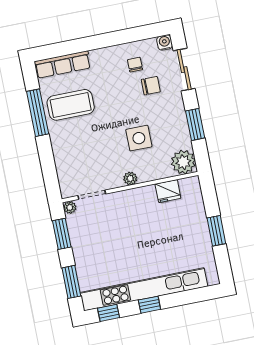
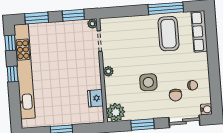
side table: (139, 138) -> (148, 82), moved

